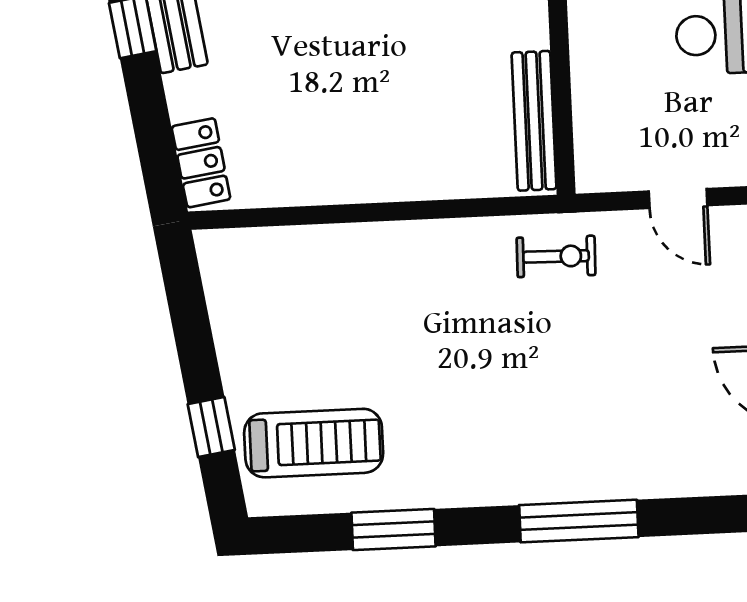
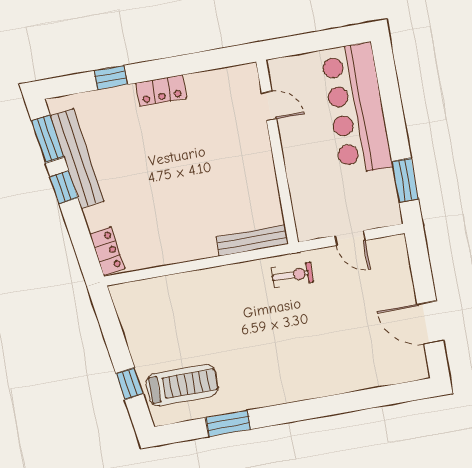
bench: (534, 121) -> (252, 240), moved, turned 90
window: (579, 521) -> (321, 407), removed

